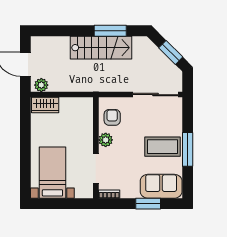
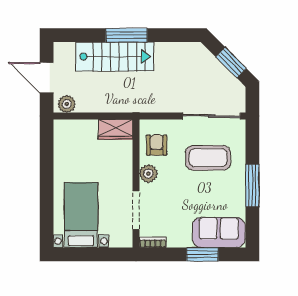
window: (110, 31) -> (127, 35), moved
stairs: (101, 48) -> (115, 57), moved
wardrobe: (45, 105) -> (115, 129), moved
coffee table: (162, 147) -> (208, 158), moved

